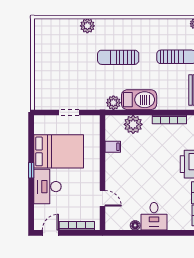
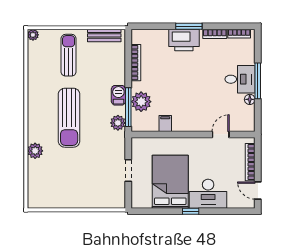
sun lounger: (118, 57) -> (69, 118), width x1.36, depth x1.34
barbecue: (139, 100) -> (118, 95), width x0.53, depth x0.65
window: (128, 112) -> (128, 107), added
window: (152, 233) -> (258, 81), added

